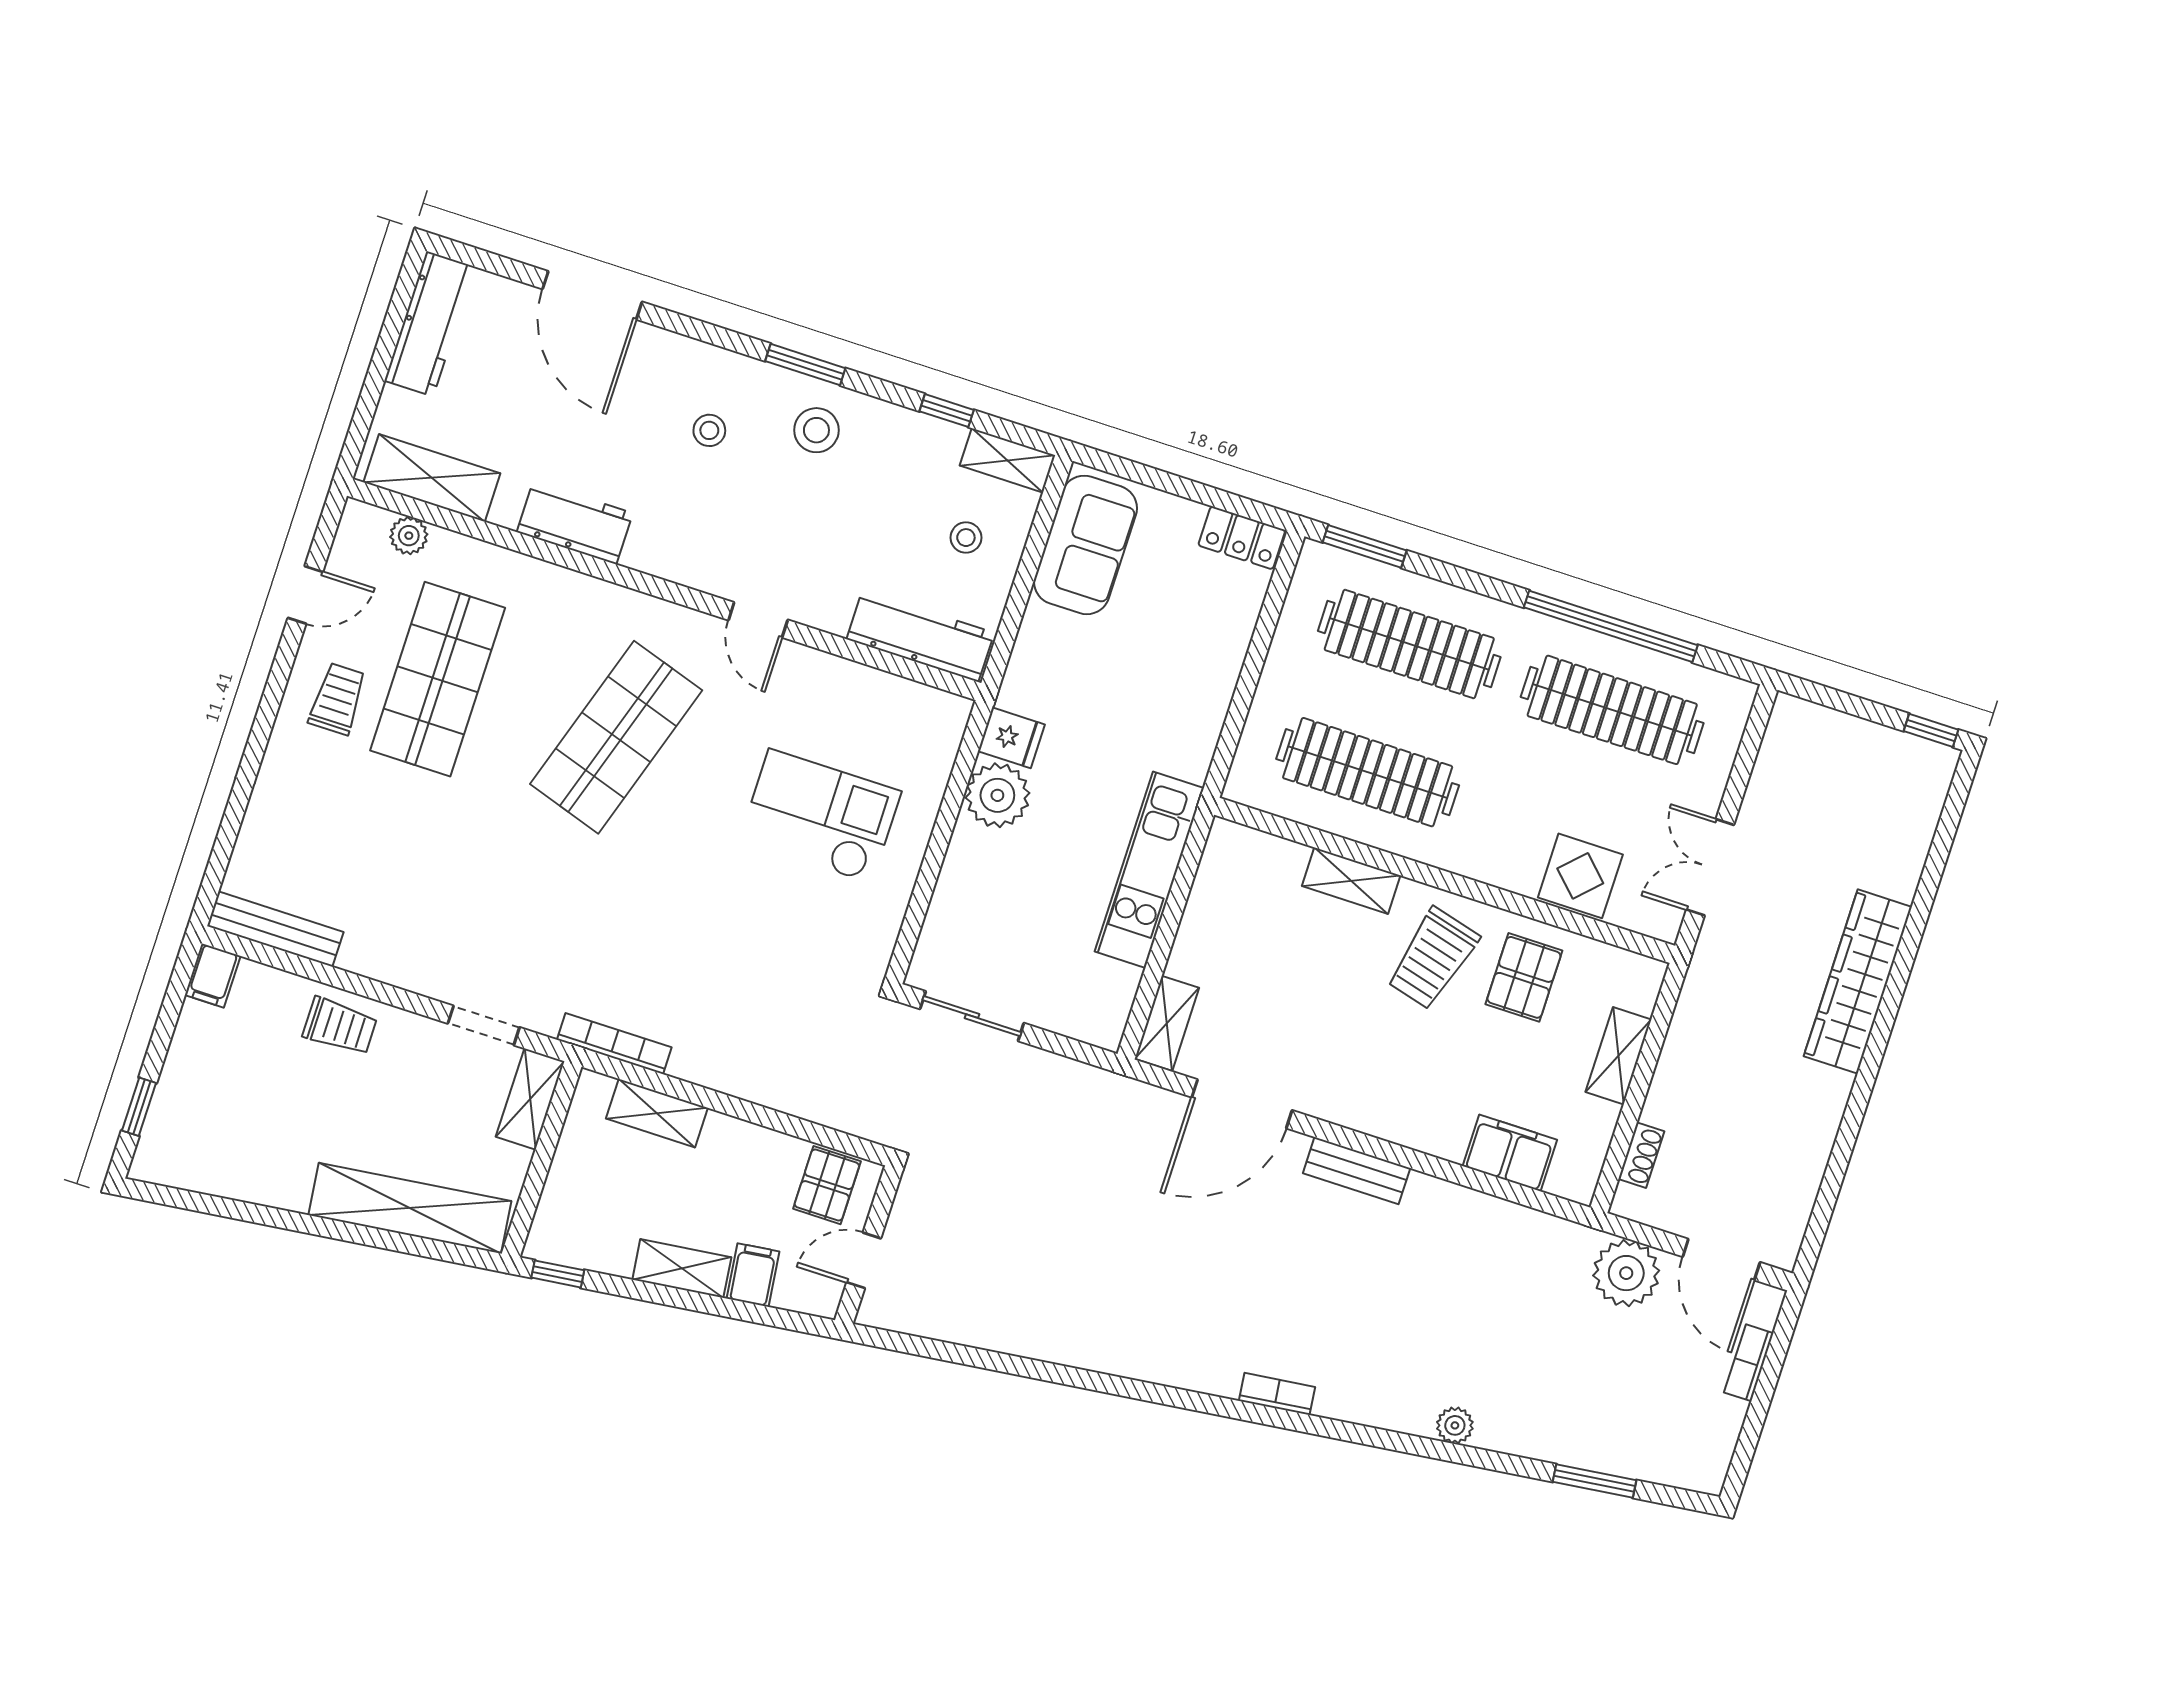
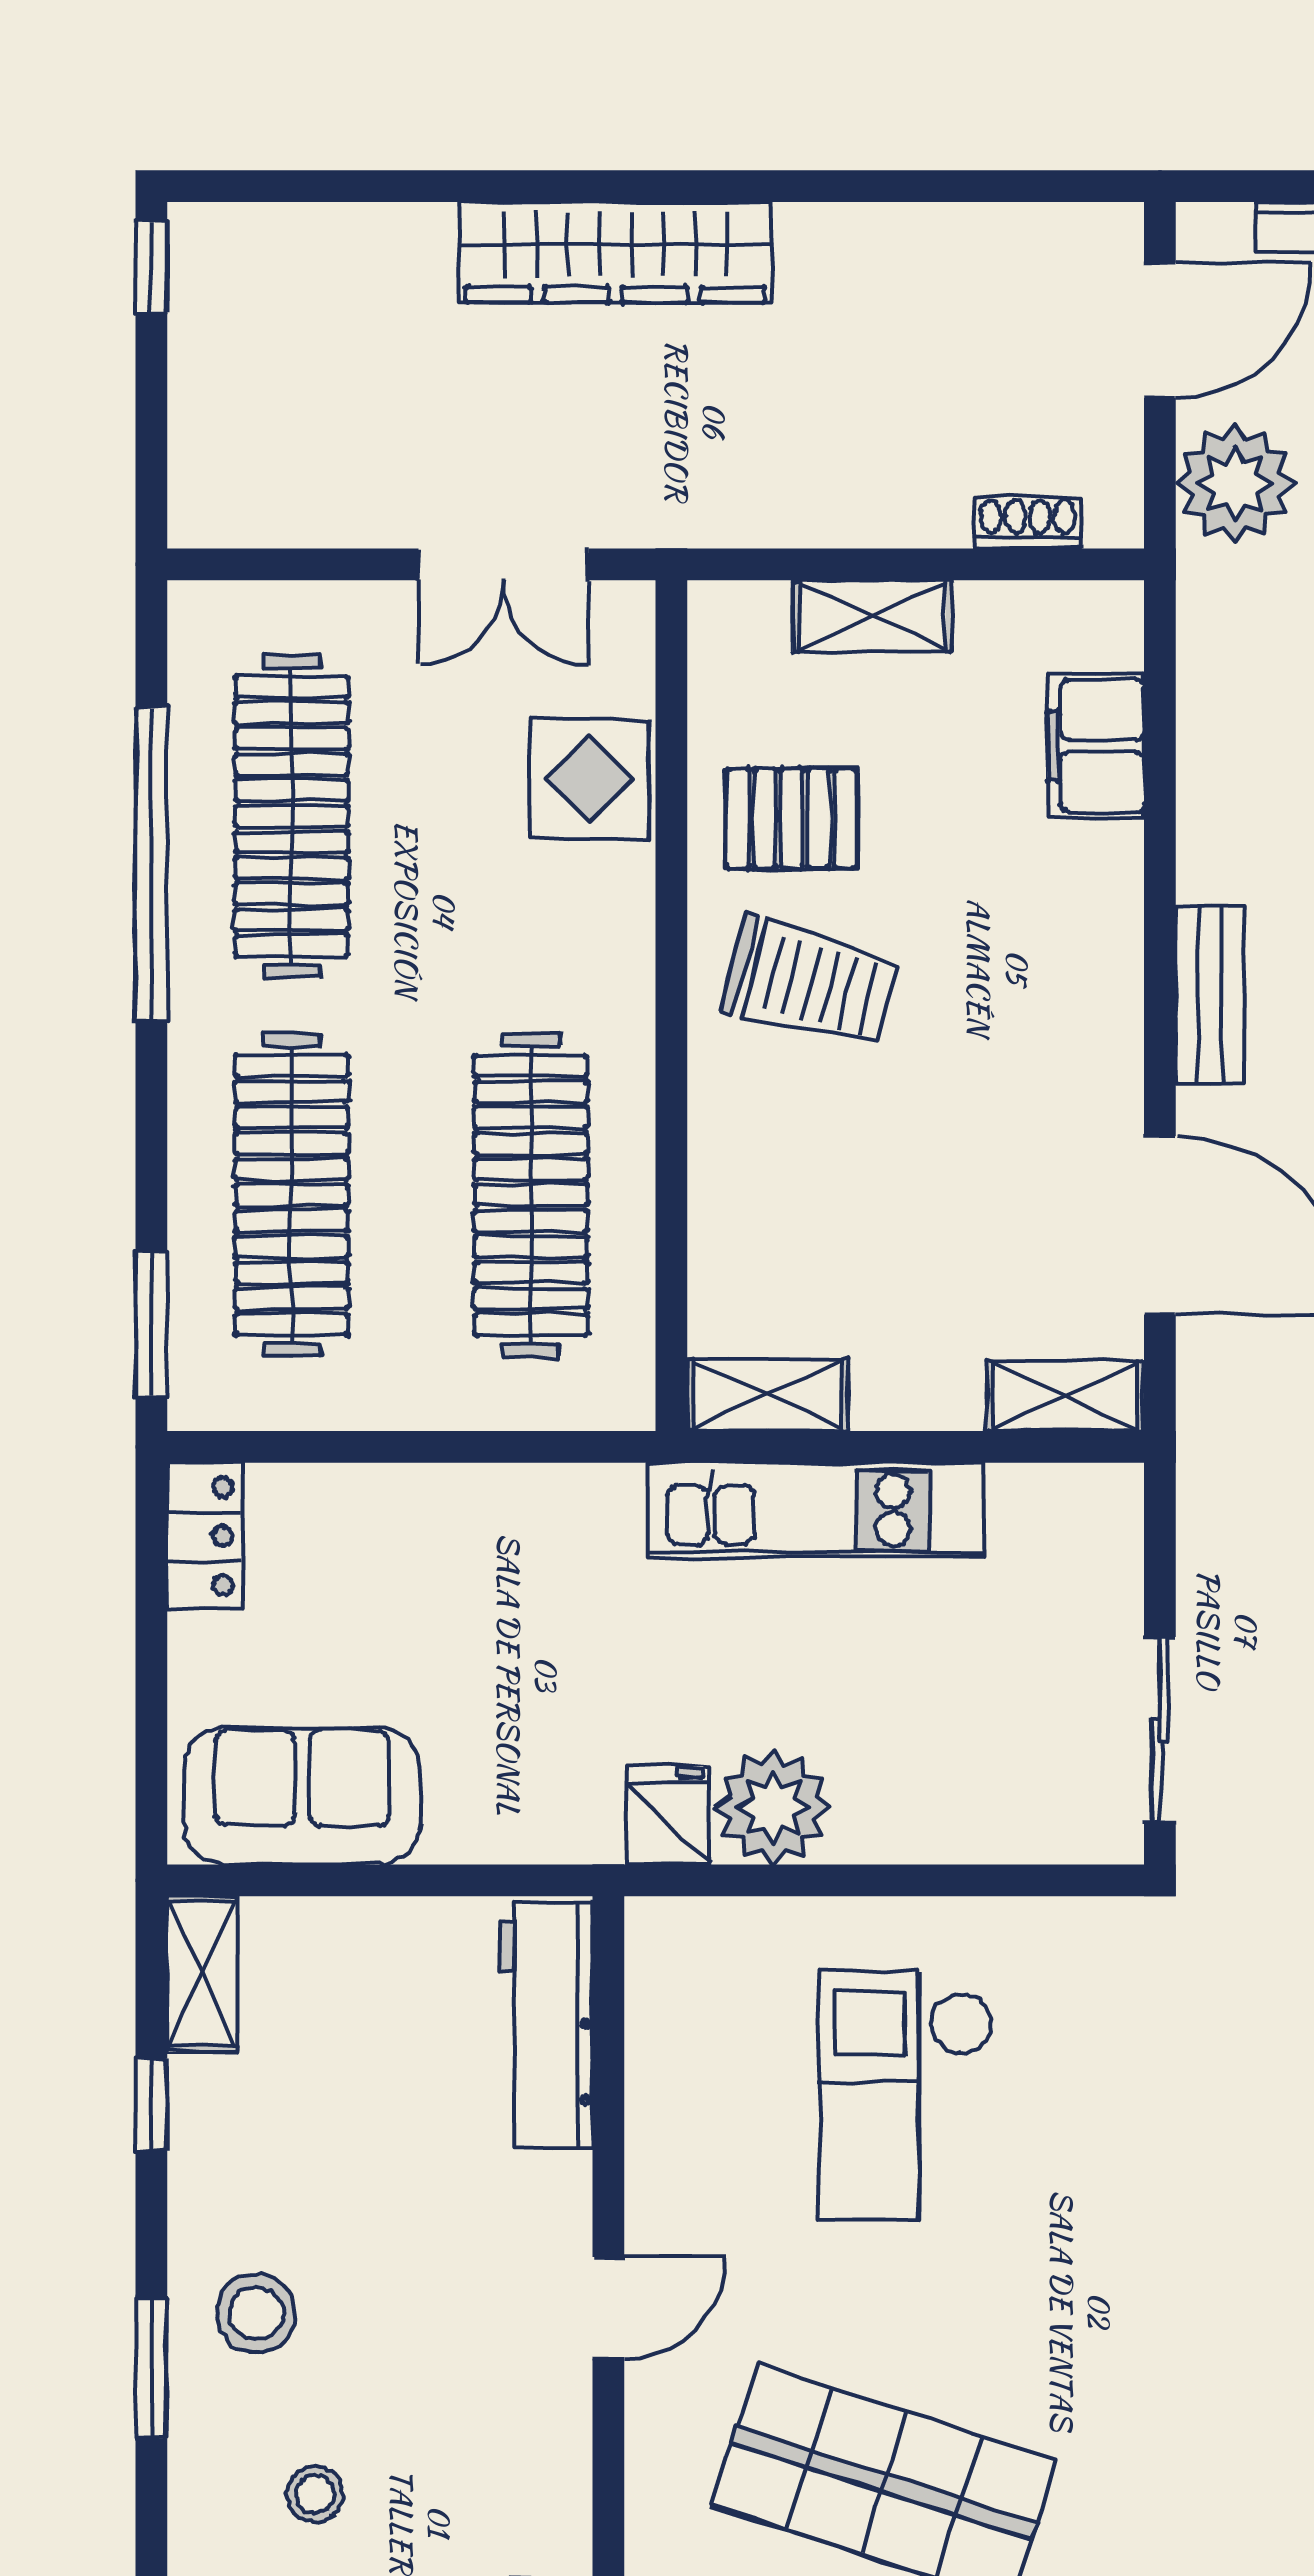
stool: (966, 538) -> (355, 2002), removed
shelving: (1351, 881) -> (767, 1395), moved, turned 90

